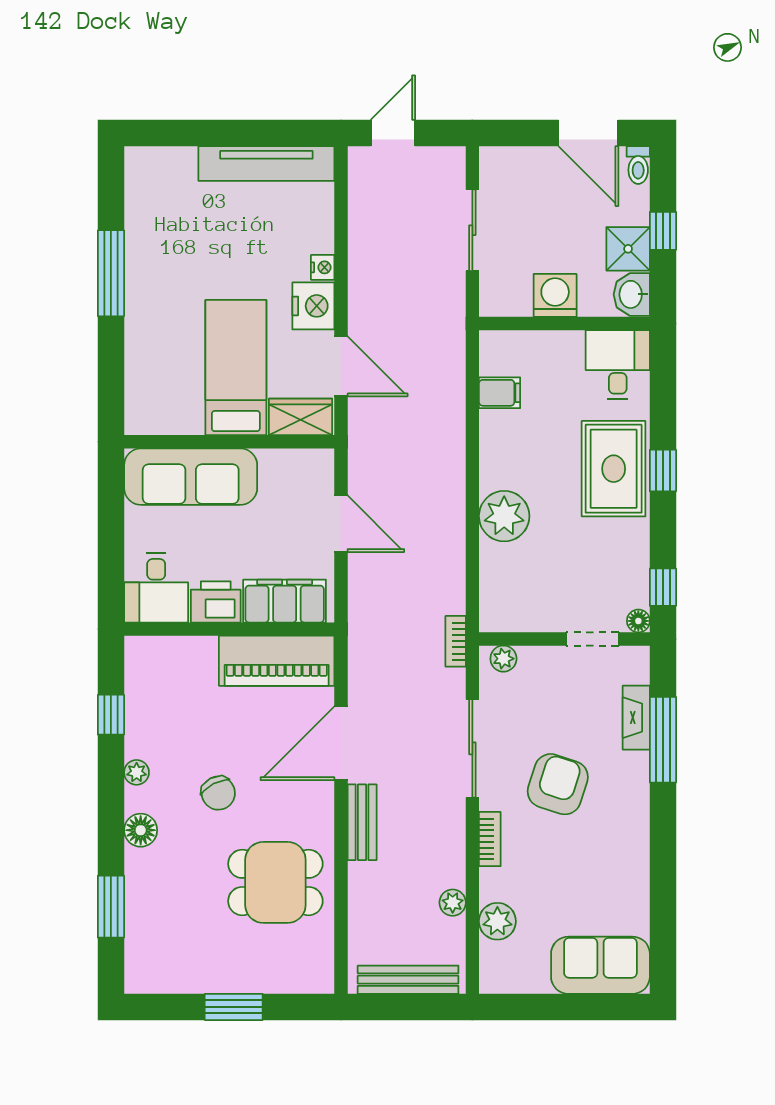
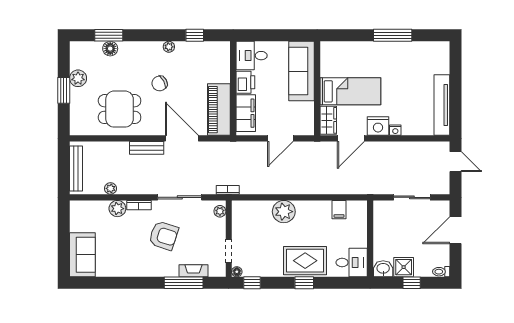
door: (588, 133) -> (456, 230), moved
washing machine: (555, 295) -> (383, 234), removed
floor lamp: (141, 830) -> (110, 49), moved
dining table: (275, 882) -> (120, 109), turned 90
plant: (497, 921) -> (117, 209), moved
plant: (207, 975) -> (78, 78), added

